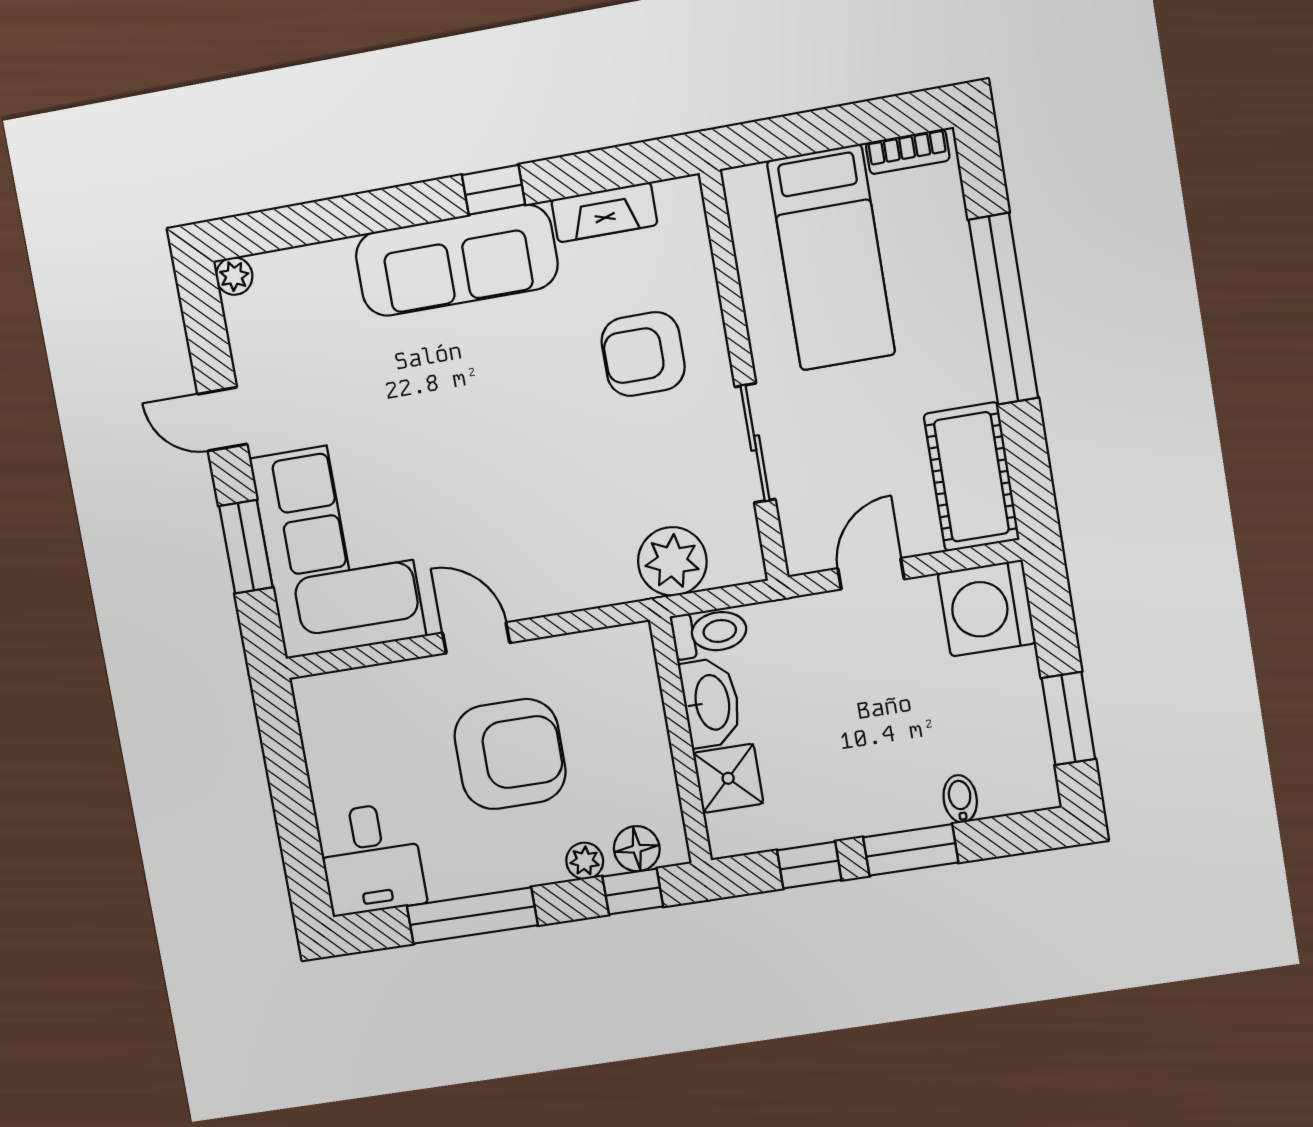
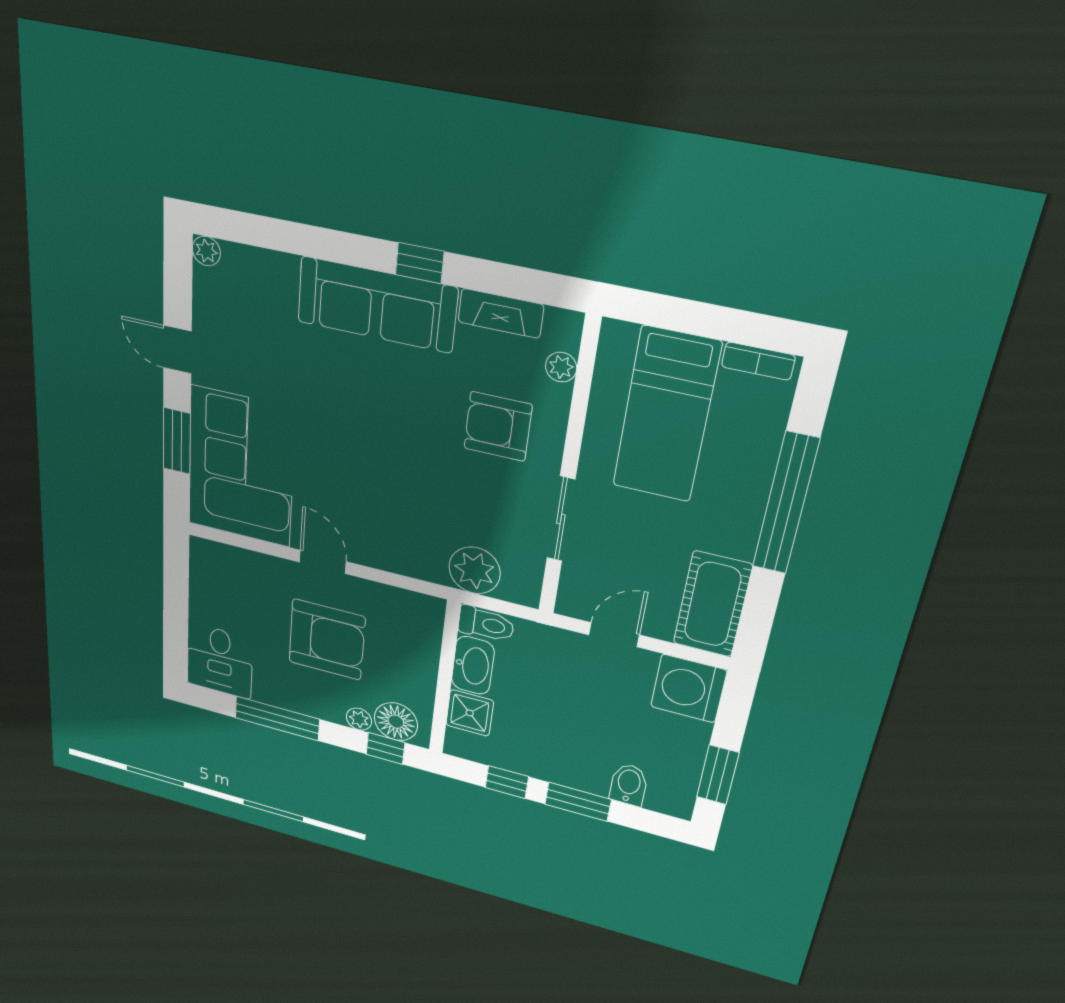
plant: (693, 249) -> (561, 367), added
bidet: (960, 799) -> (629, 785), width x1.38, depth x1.36
floor lamp: (637, 849) -> (396, 722), width x1.38, depth x1.38

